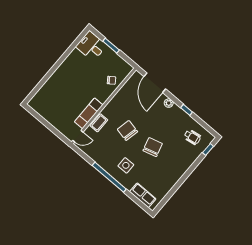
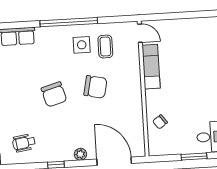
coffee table: (99, 123) -> (105, 47), moved
door: (78, 136) -> (140, 33), swing flipped
side table: (126, 165) -> (82, 45), moved

